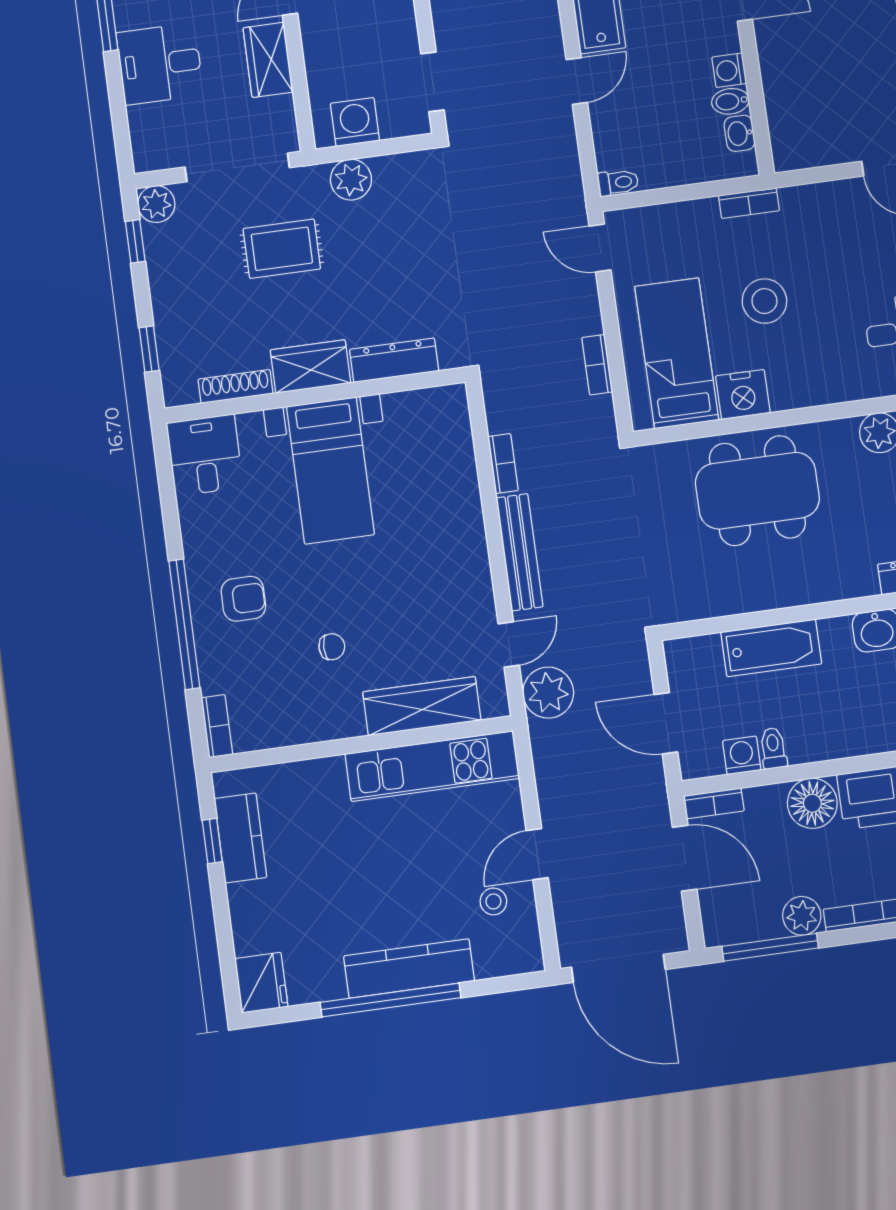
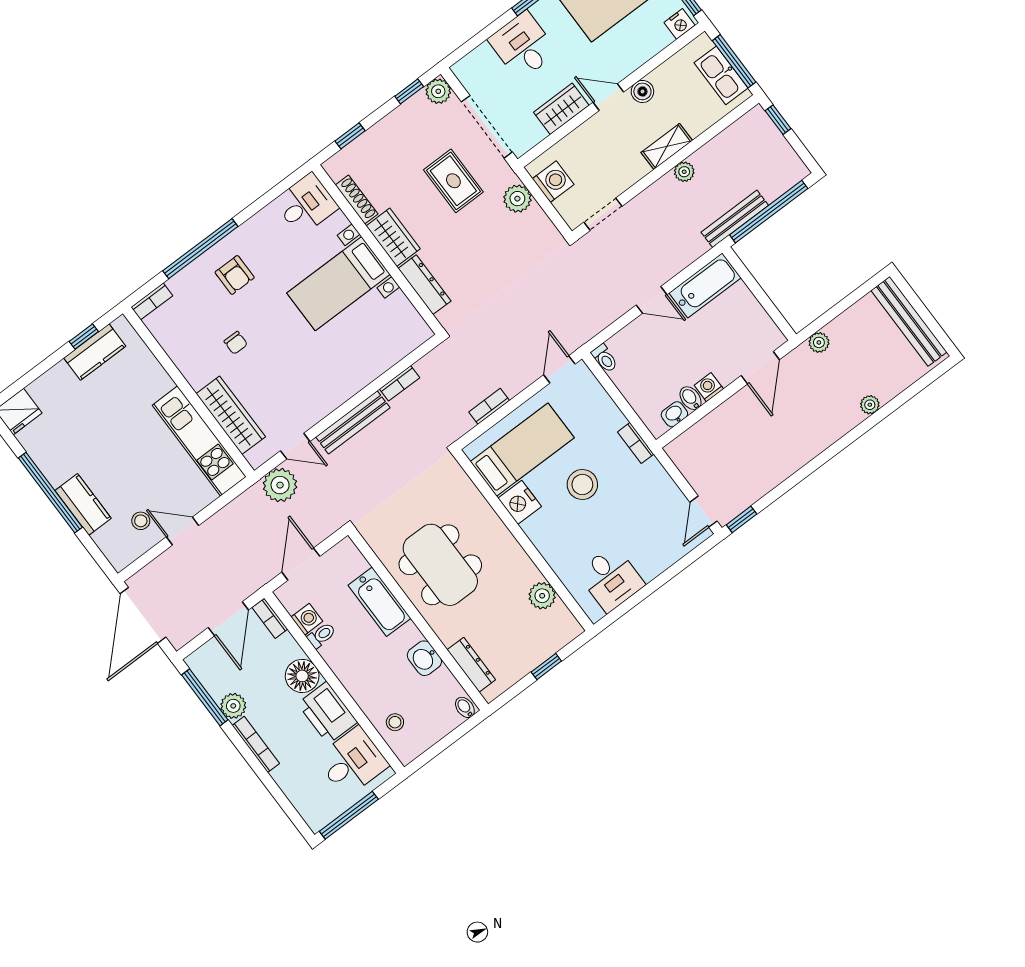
dining table: (757, 491) -> (440, 565), moved
kitchen counter: (409, 968) -> (83, 504), width x0.67

